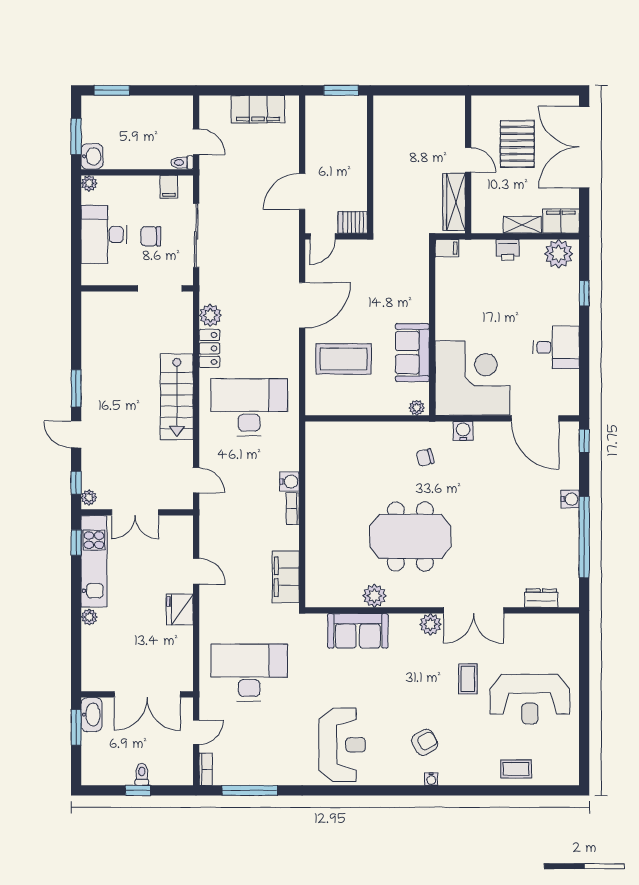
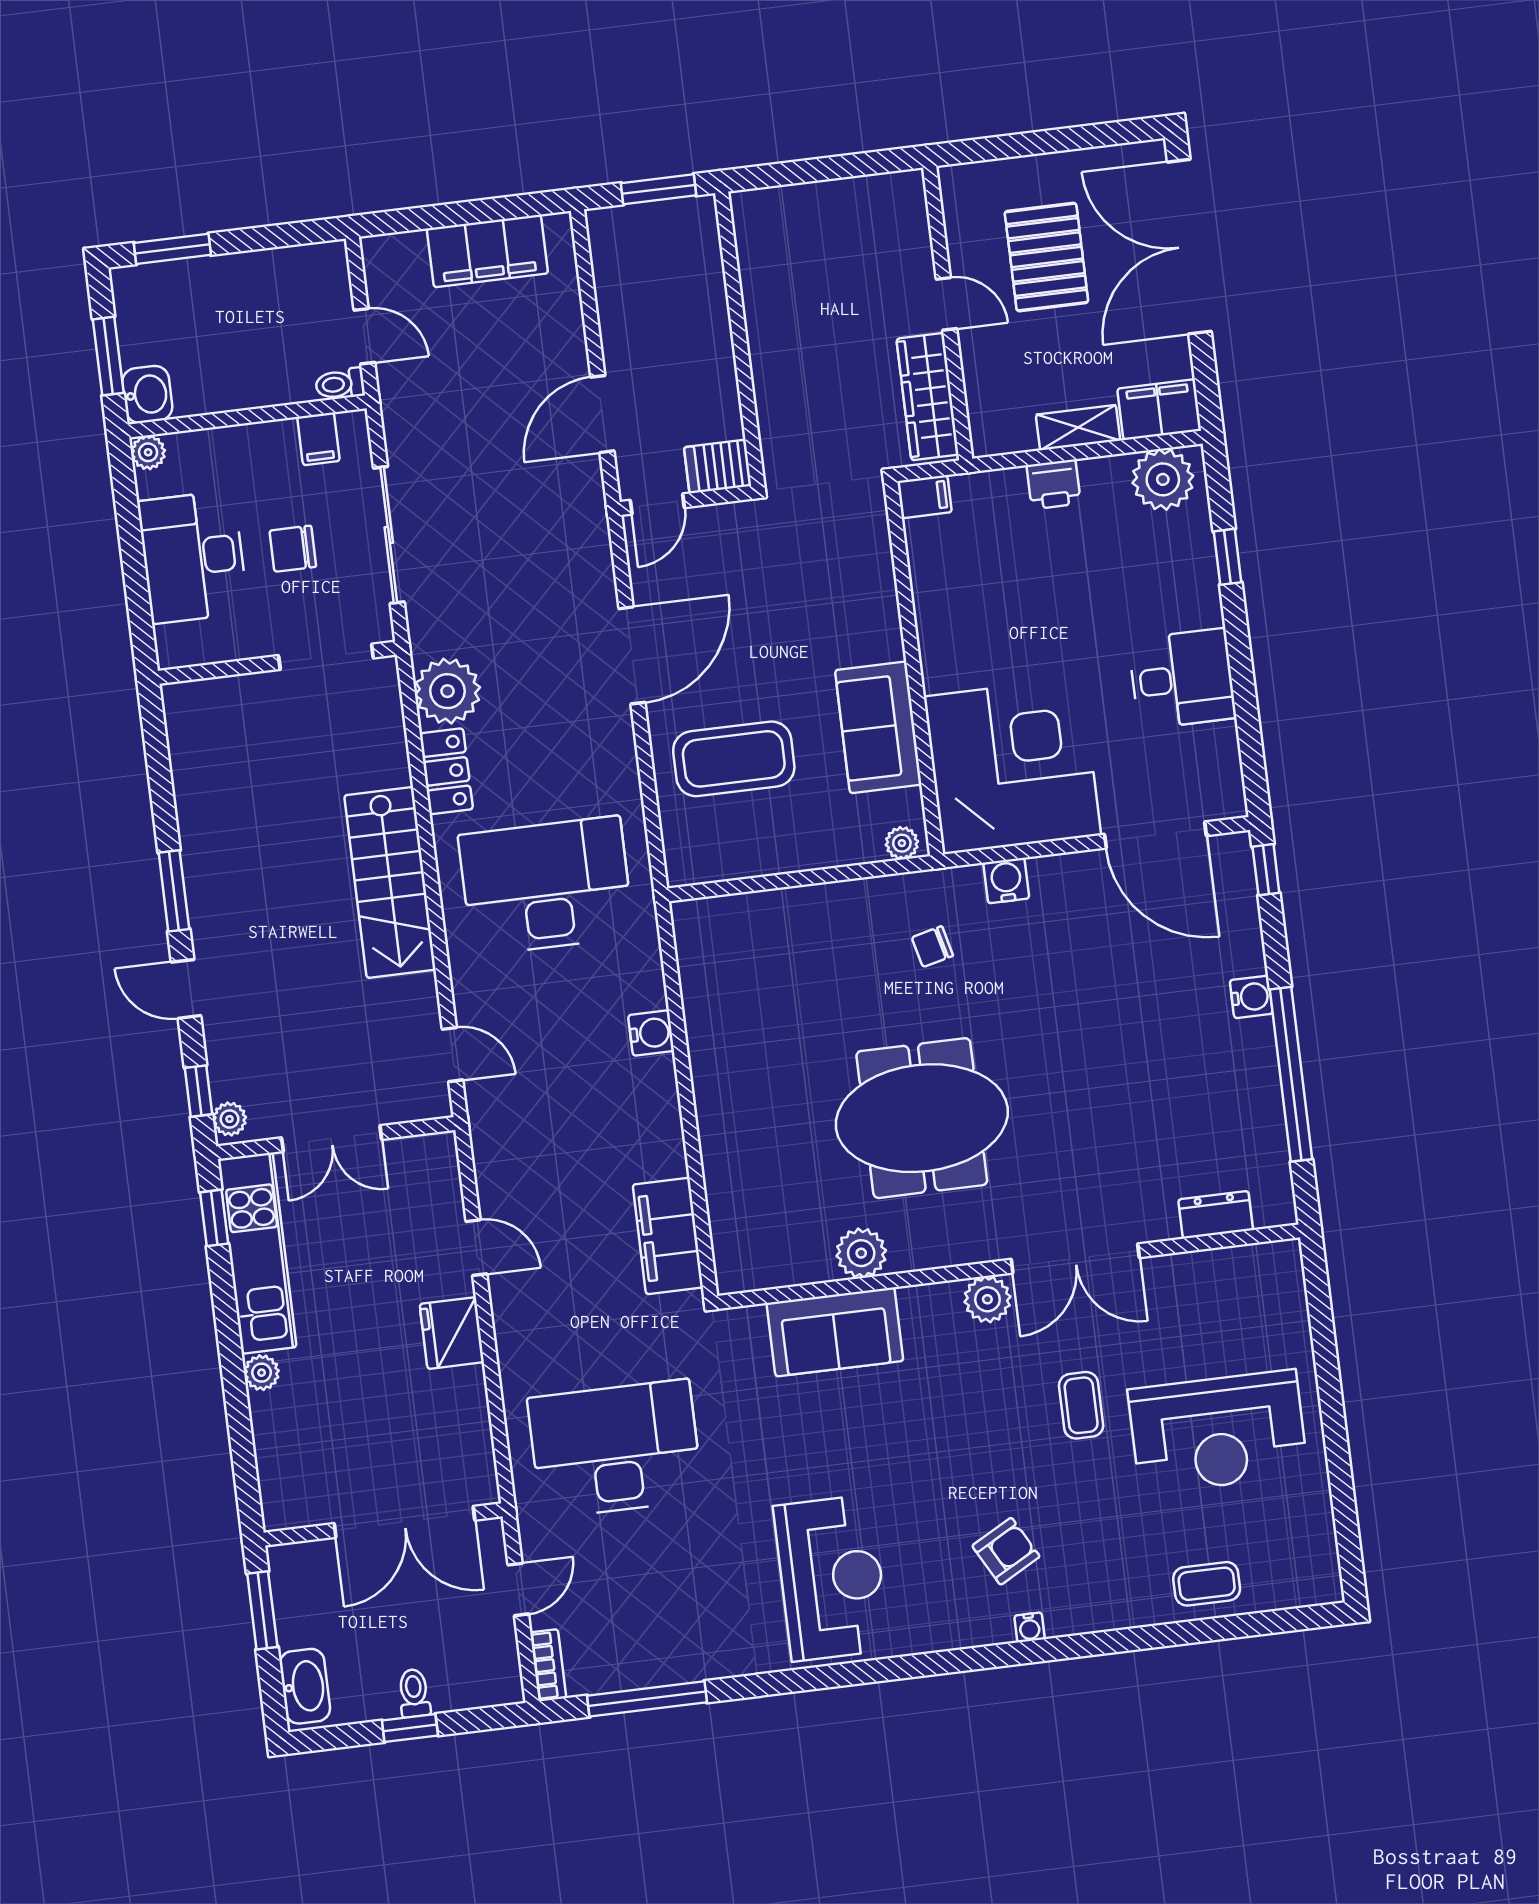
plant: (210, 315) -> (447, 691), width x1.36, depth x1.36
bookcase: (293, 509) -> (665, 1090), removed
washbasin: (92, 715) -> (305, 1686), moved

